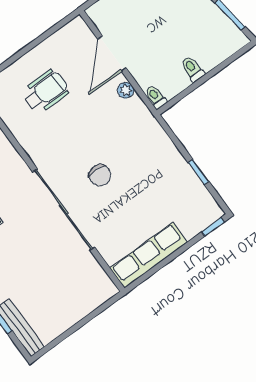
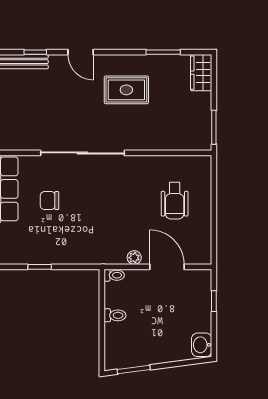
chair: (100, 175) -> (49, 201), moved

